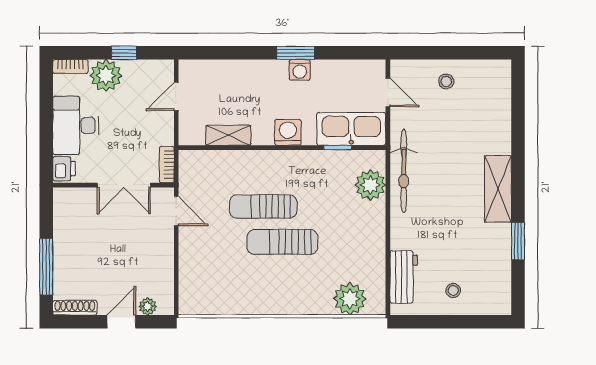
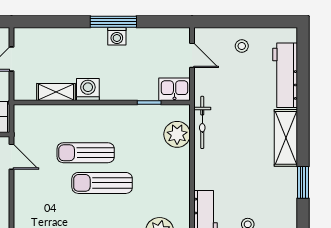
window: (296, 53) -> (113, 22), width x1.44
workbench: (497, 116) -> (285, 75), added
kitchen sink: (351, 129) -> (175, 89), width x0.53, depth x0.81
washing machine: (288, 132) -> (88, 89), moved
bicycle: (404, 171) -> (202, 122), width x0.73, depth x0.71

